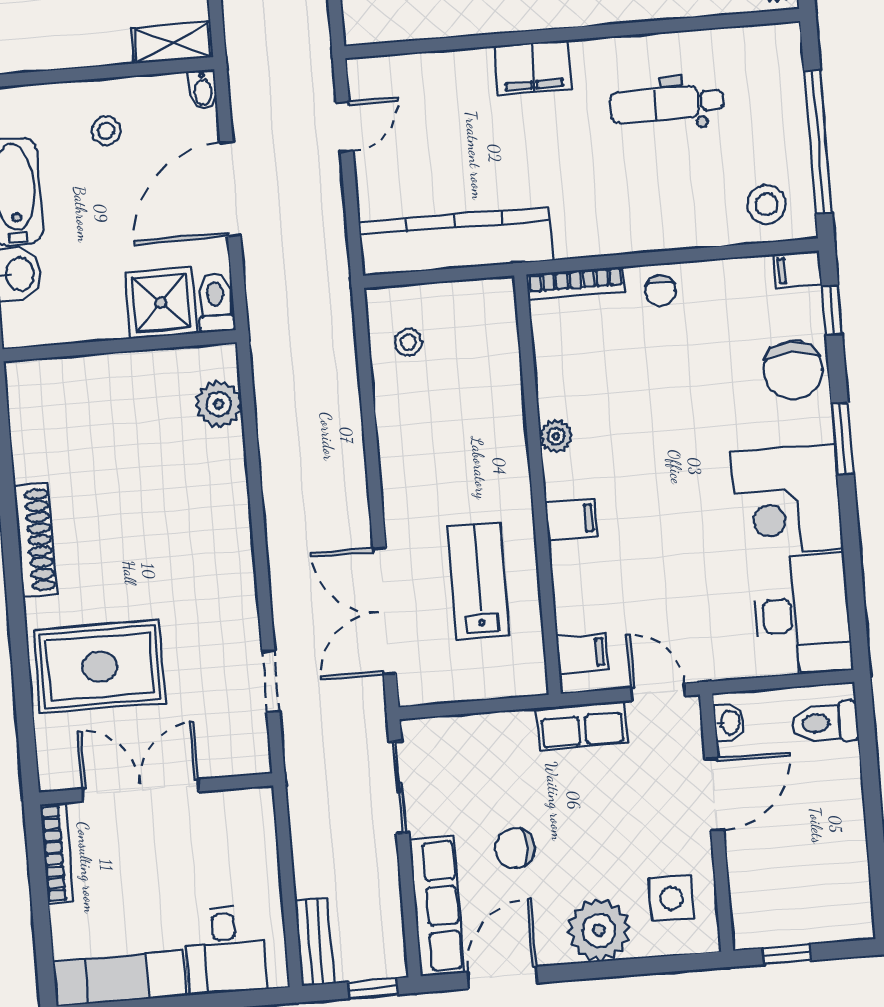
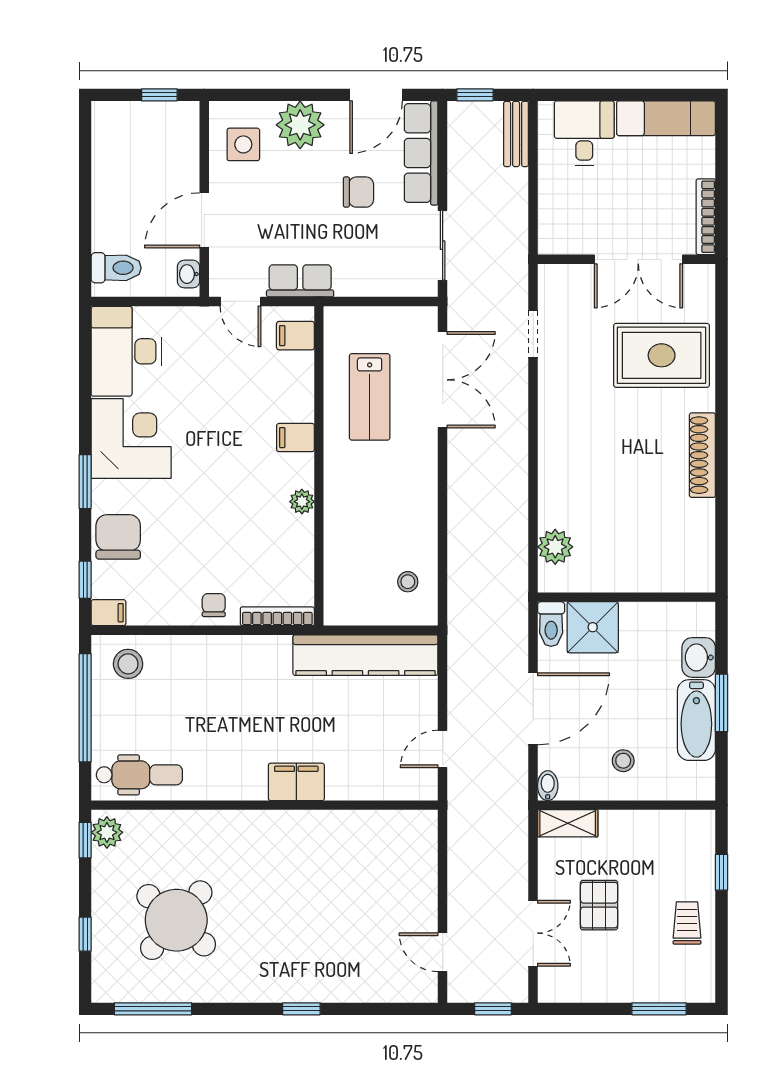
dental chair: (667, 104) -> (139, 775), moved

